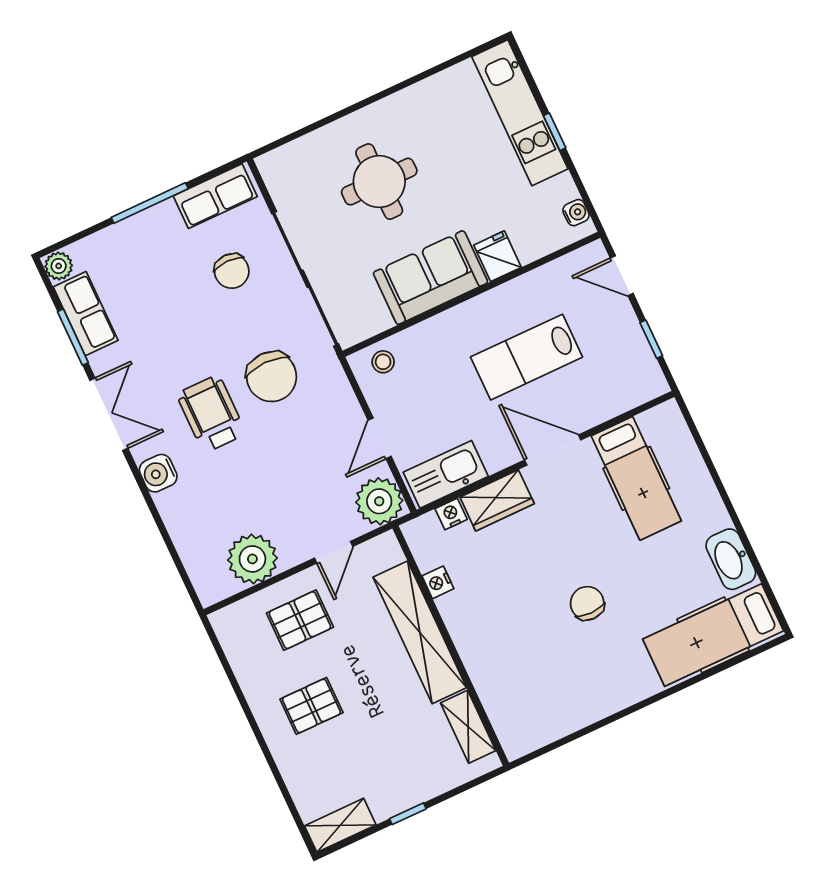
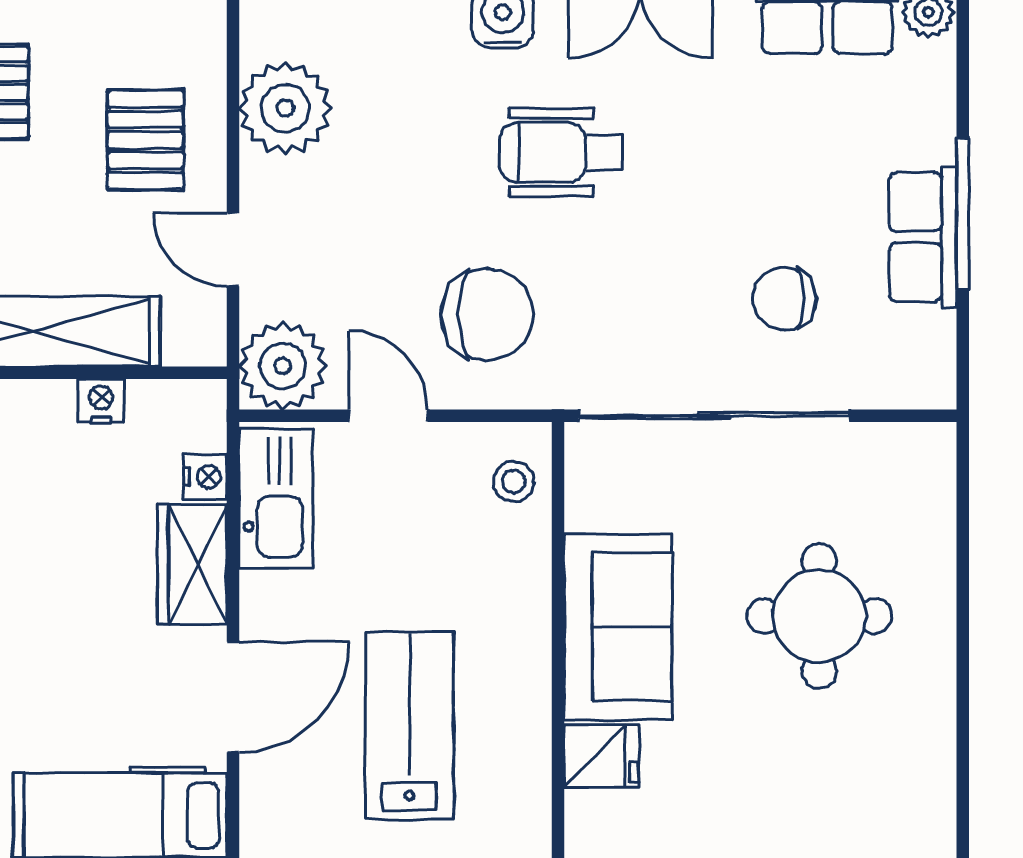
row of seats: (215, 196) -> (923, 237), moved
chair: (272, 377) -> (487, 314), moved, turned 180
wheelchair: (211, 414) -> (561, 152), turned 180

